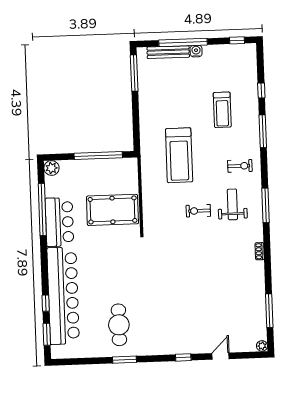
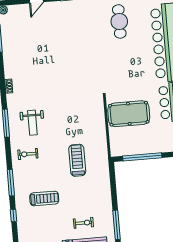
treadmill: (222, 110) -> (44, 198), turned 90
treadmill: (179, 155) -> (77, 160), width x0.73, depth x0.73
exercise bike: (198, 211) -> (83, 223), moved

